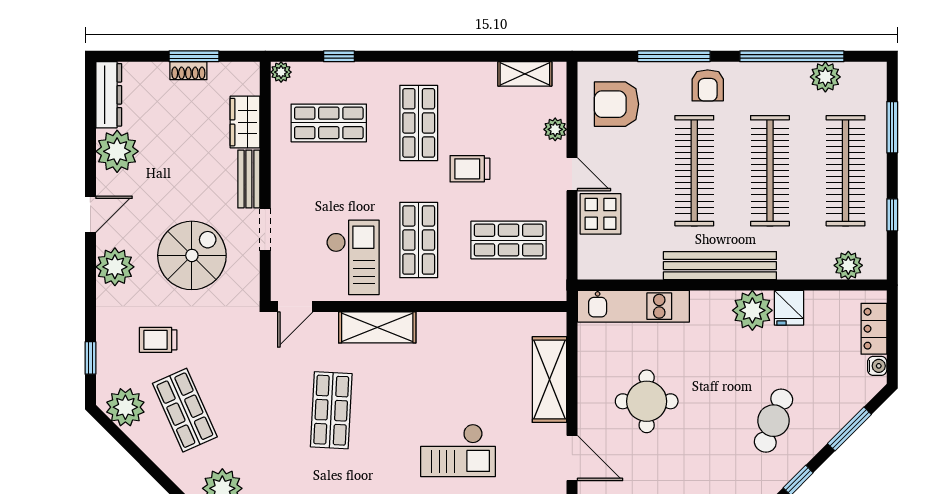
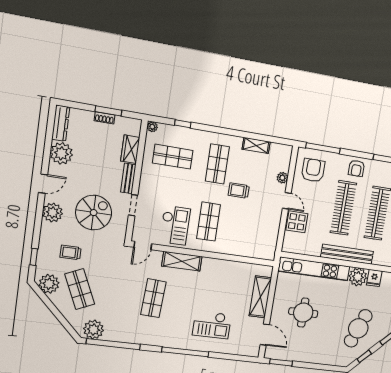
window: (674, 56) -> (323, 148), moved
shelving: (525, 74) -> (256, 145), moved
armchair: (616, 104) -> (313, 170), turned 90
shop shelf: (509, 240) -> (252, 228), removed
kitchen unit: (633, 306) -> (314, 269), width x1.36
cafe table: (773, 421) -> (358, 328), width x1.37, depth x1.35

